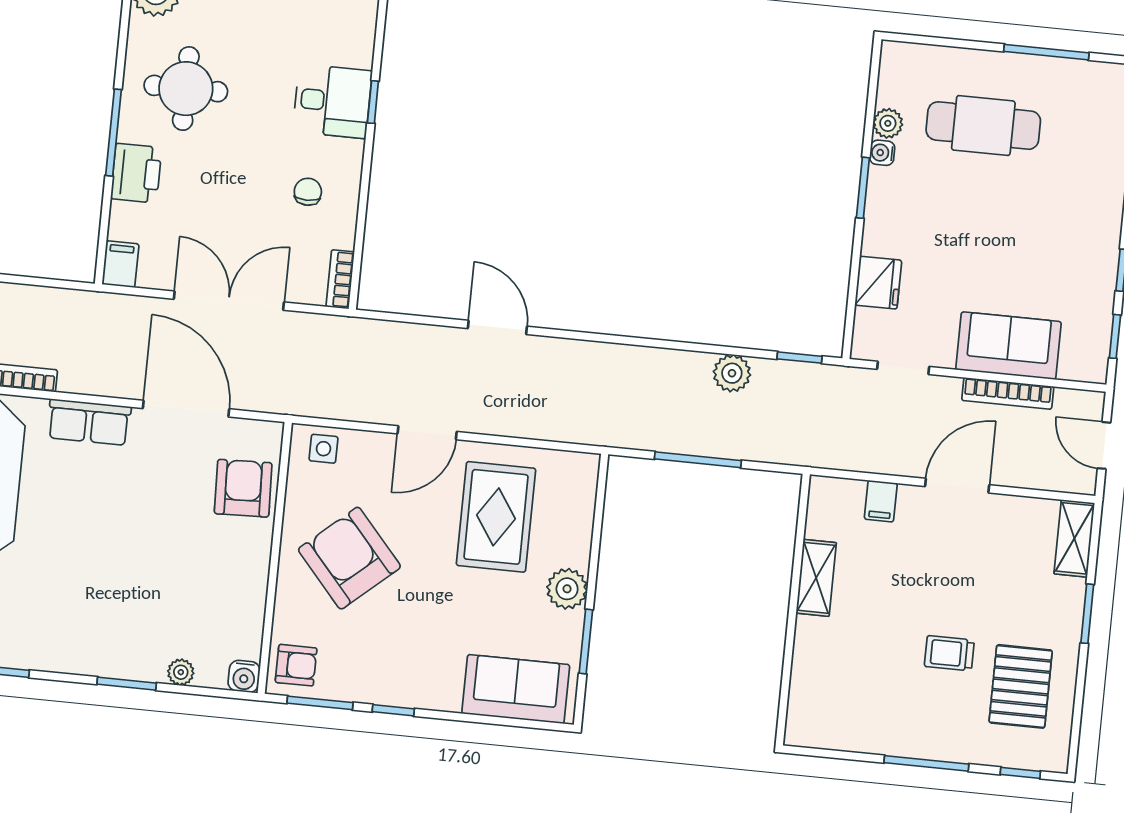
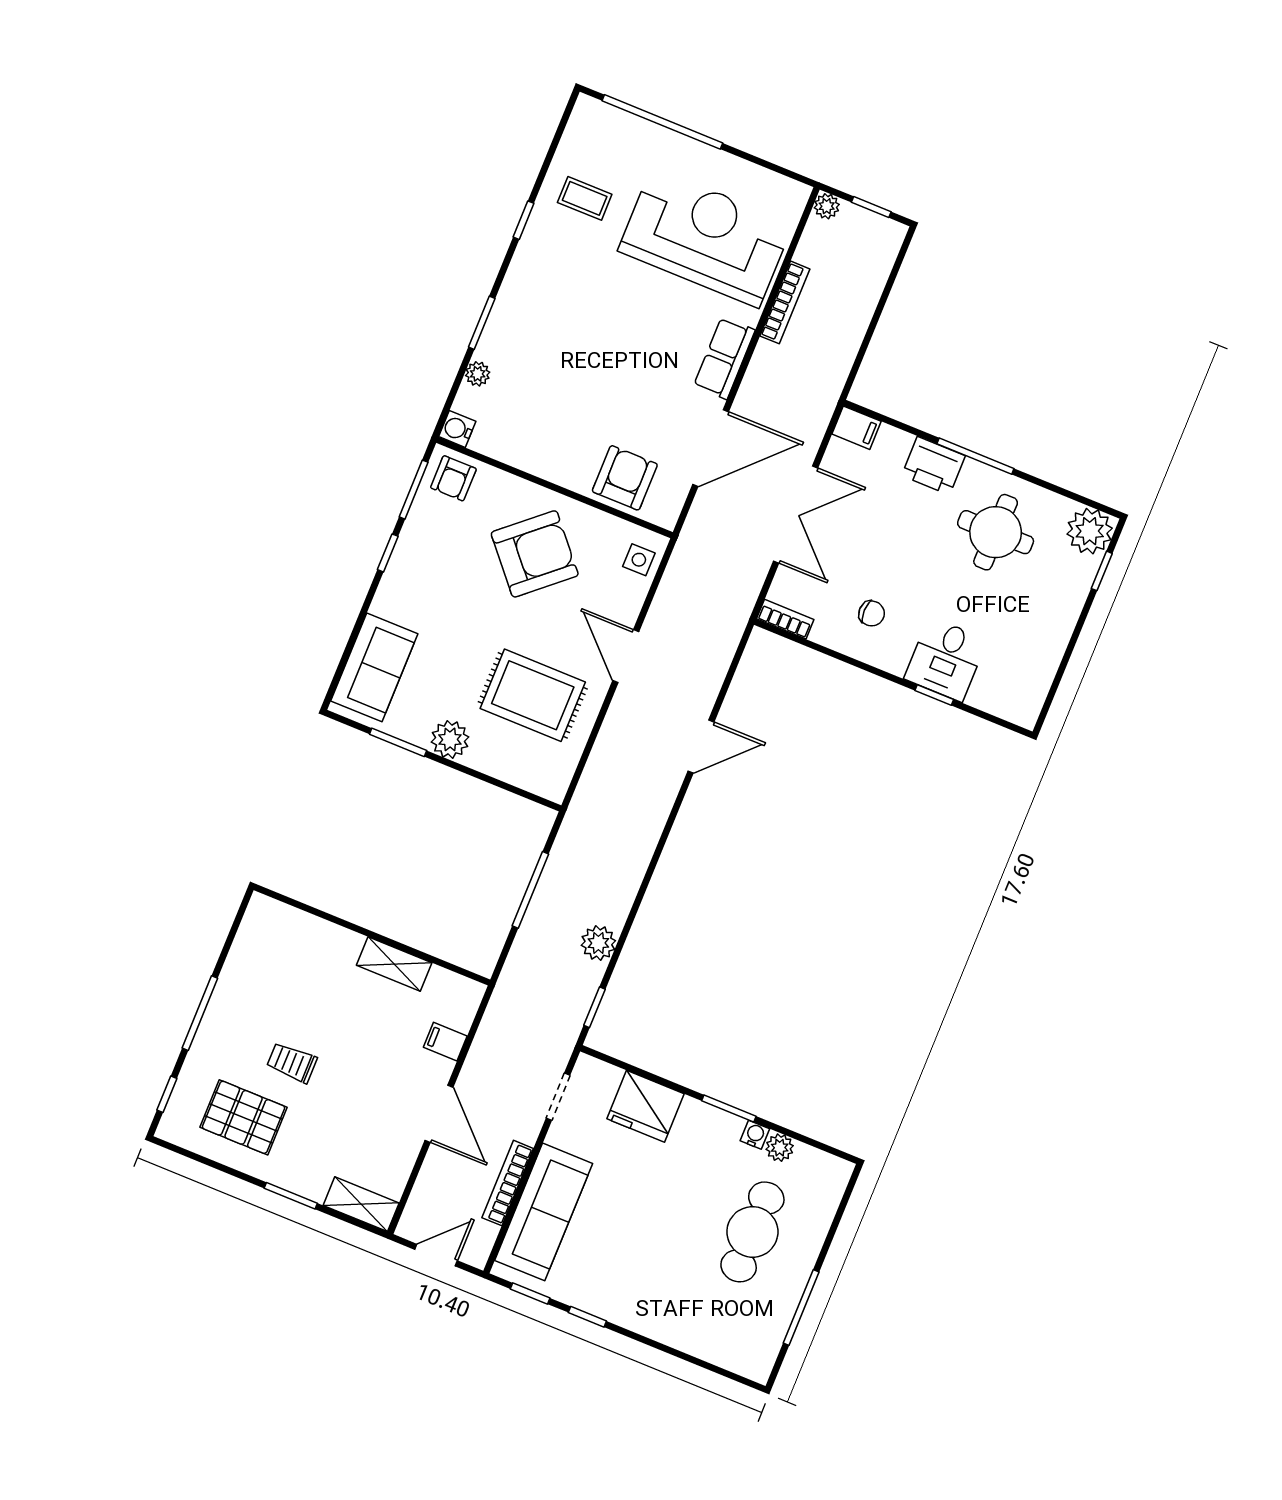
fridge: (878, 283) -> (646, 1106), width x1.36, depth x1.34
sofa: (1008, 346) -> (544, 1212), width x1.36
armchair: (243, 488) -> (625, 478), turned -88
trolley: (949, 653) -> (292, 1063), turned -90

